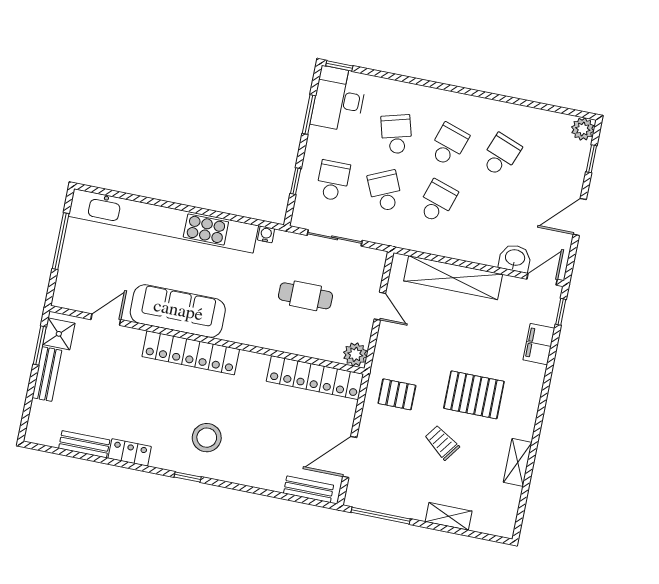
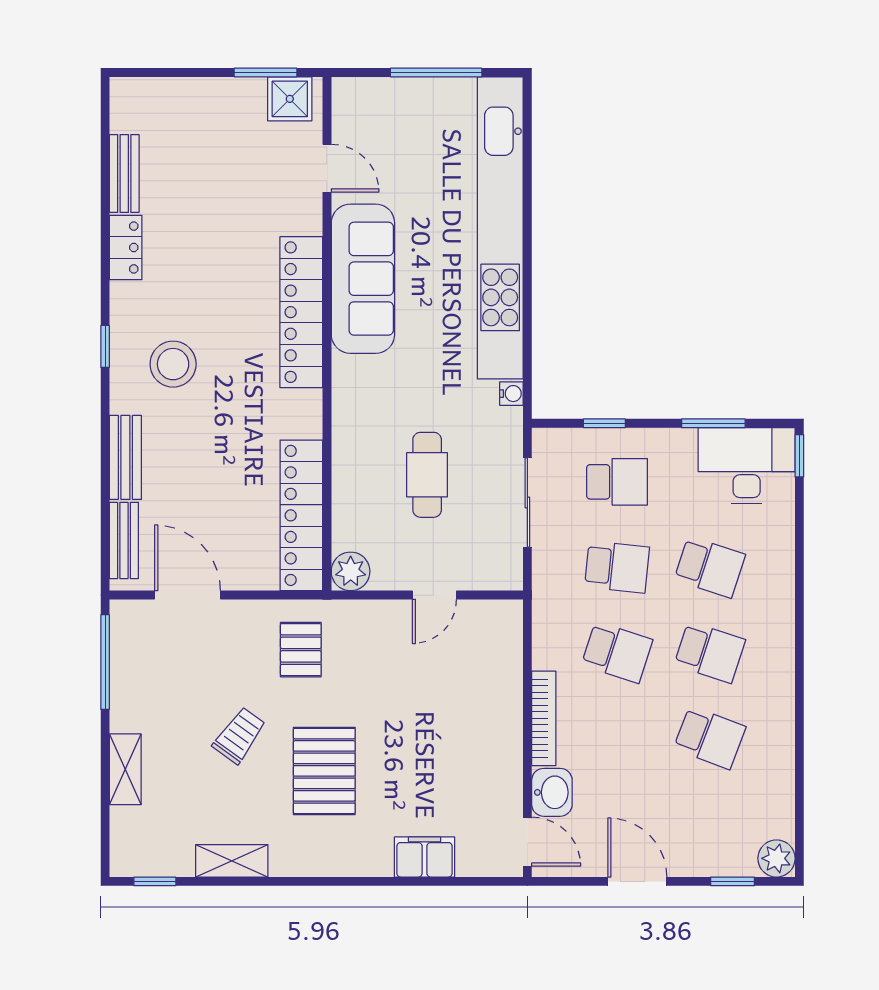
school desk: (396, 134) -> (710, 567), turned 33
school desk: (385, 191) -> (617, 567), turned 30
bookcase: (469, 254) -> (544, 718), added
shelving: (453, 278) -> (502, 701), removed
window: (561, 312) -> (155, 881), moved
bench: (47, 374) -> (125, 457), moved, turned 90

